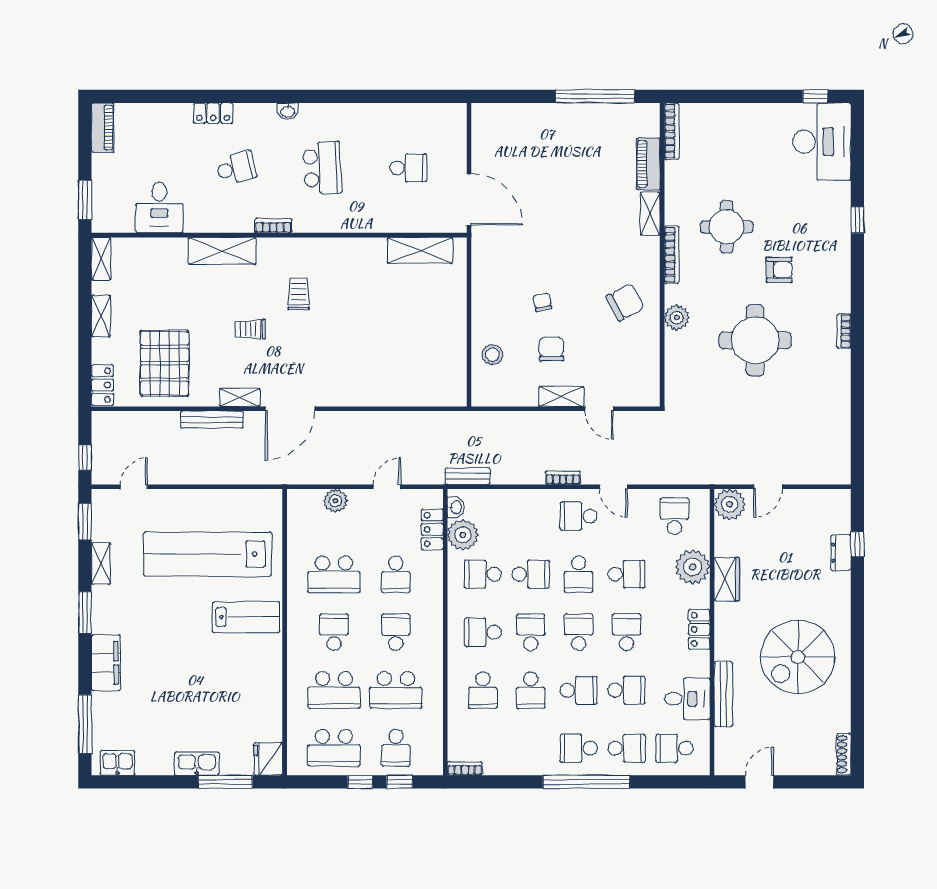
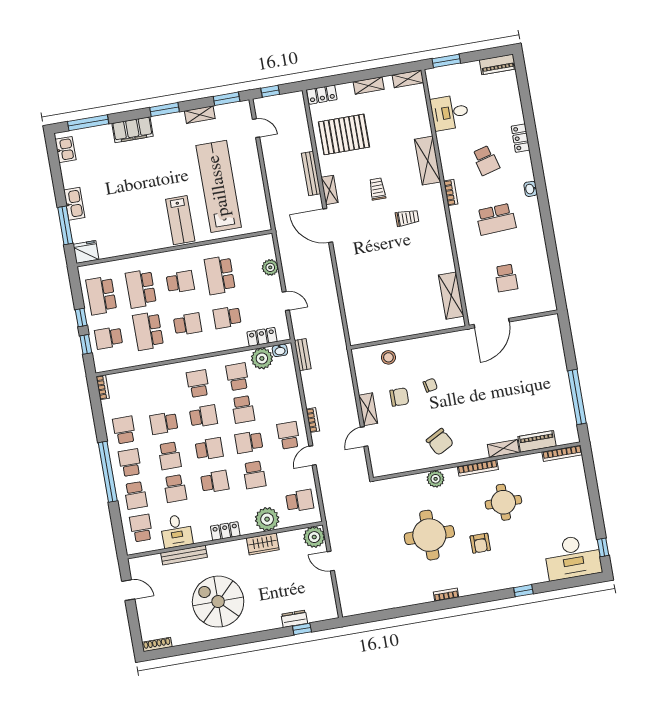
school desk: (483, 690) -> (124, 430), moved, turned 90

